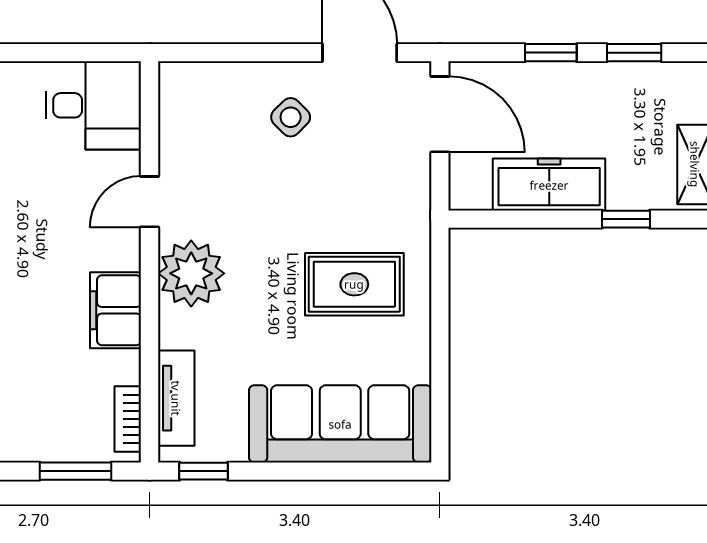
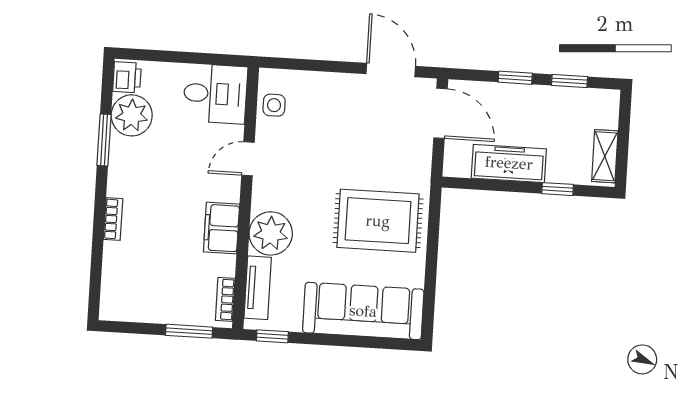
side table: (291, 117) -> (274, 105), moved, turned 45
plant: (191, 273) -> (271, 233), moved
rug: (354, 284) -> (378, 221), width x1.36, depth x1.43

